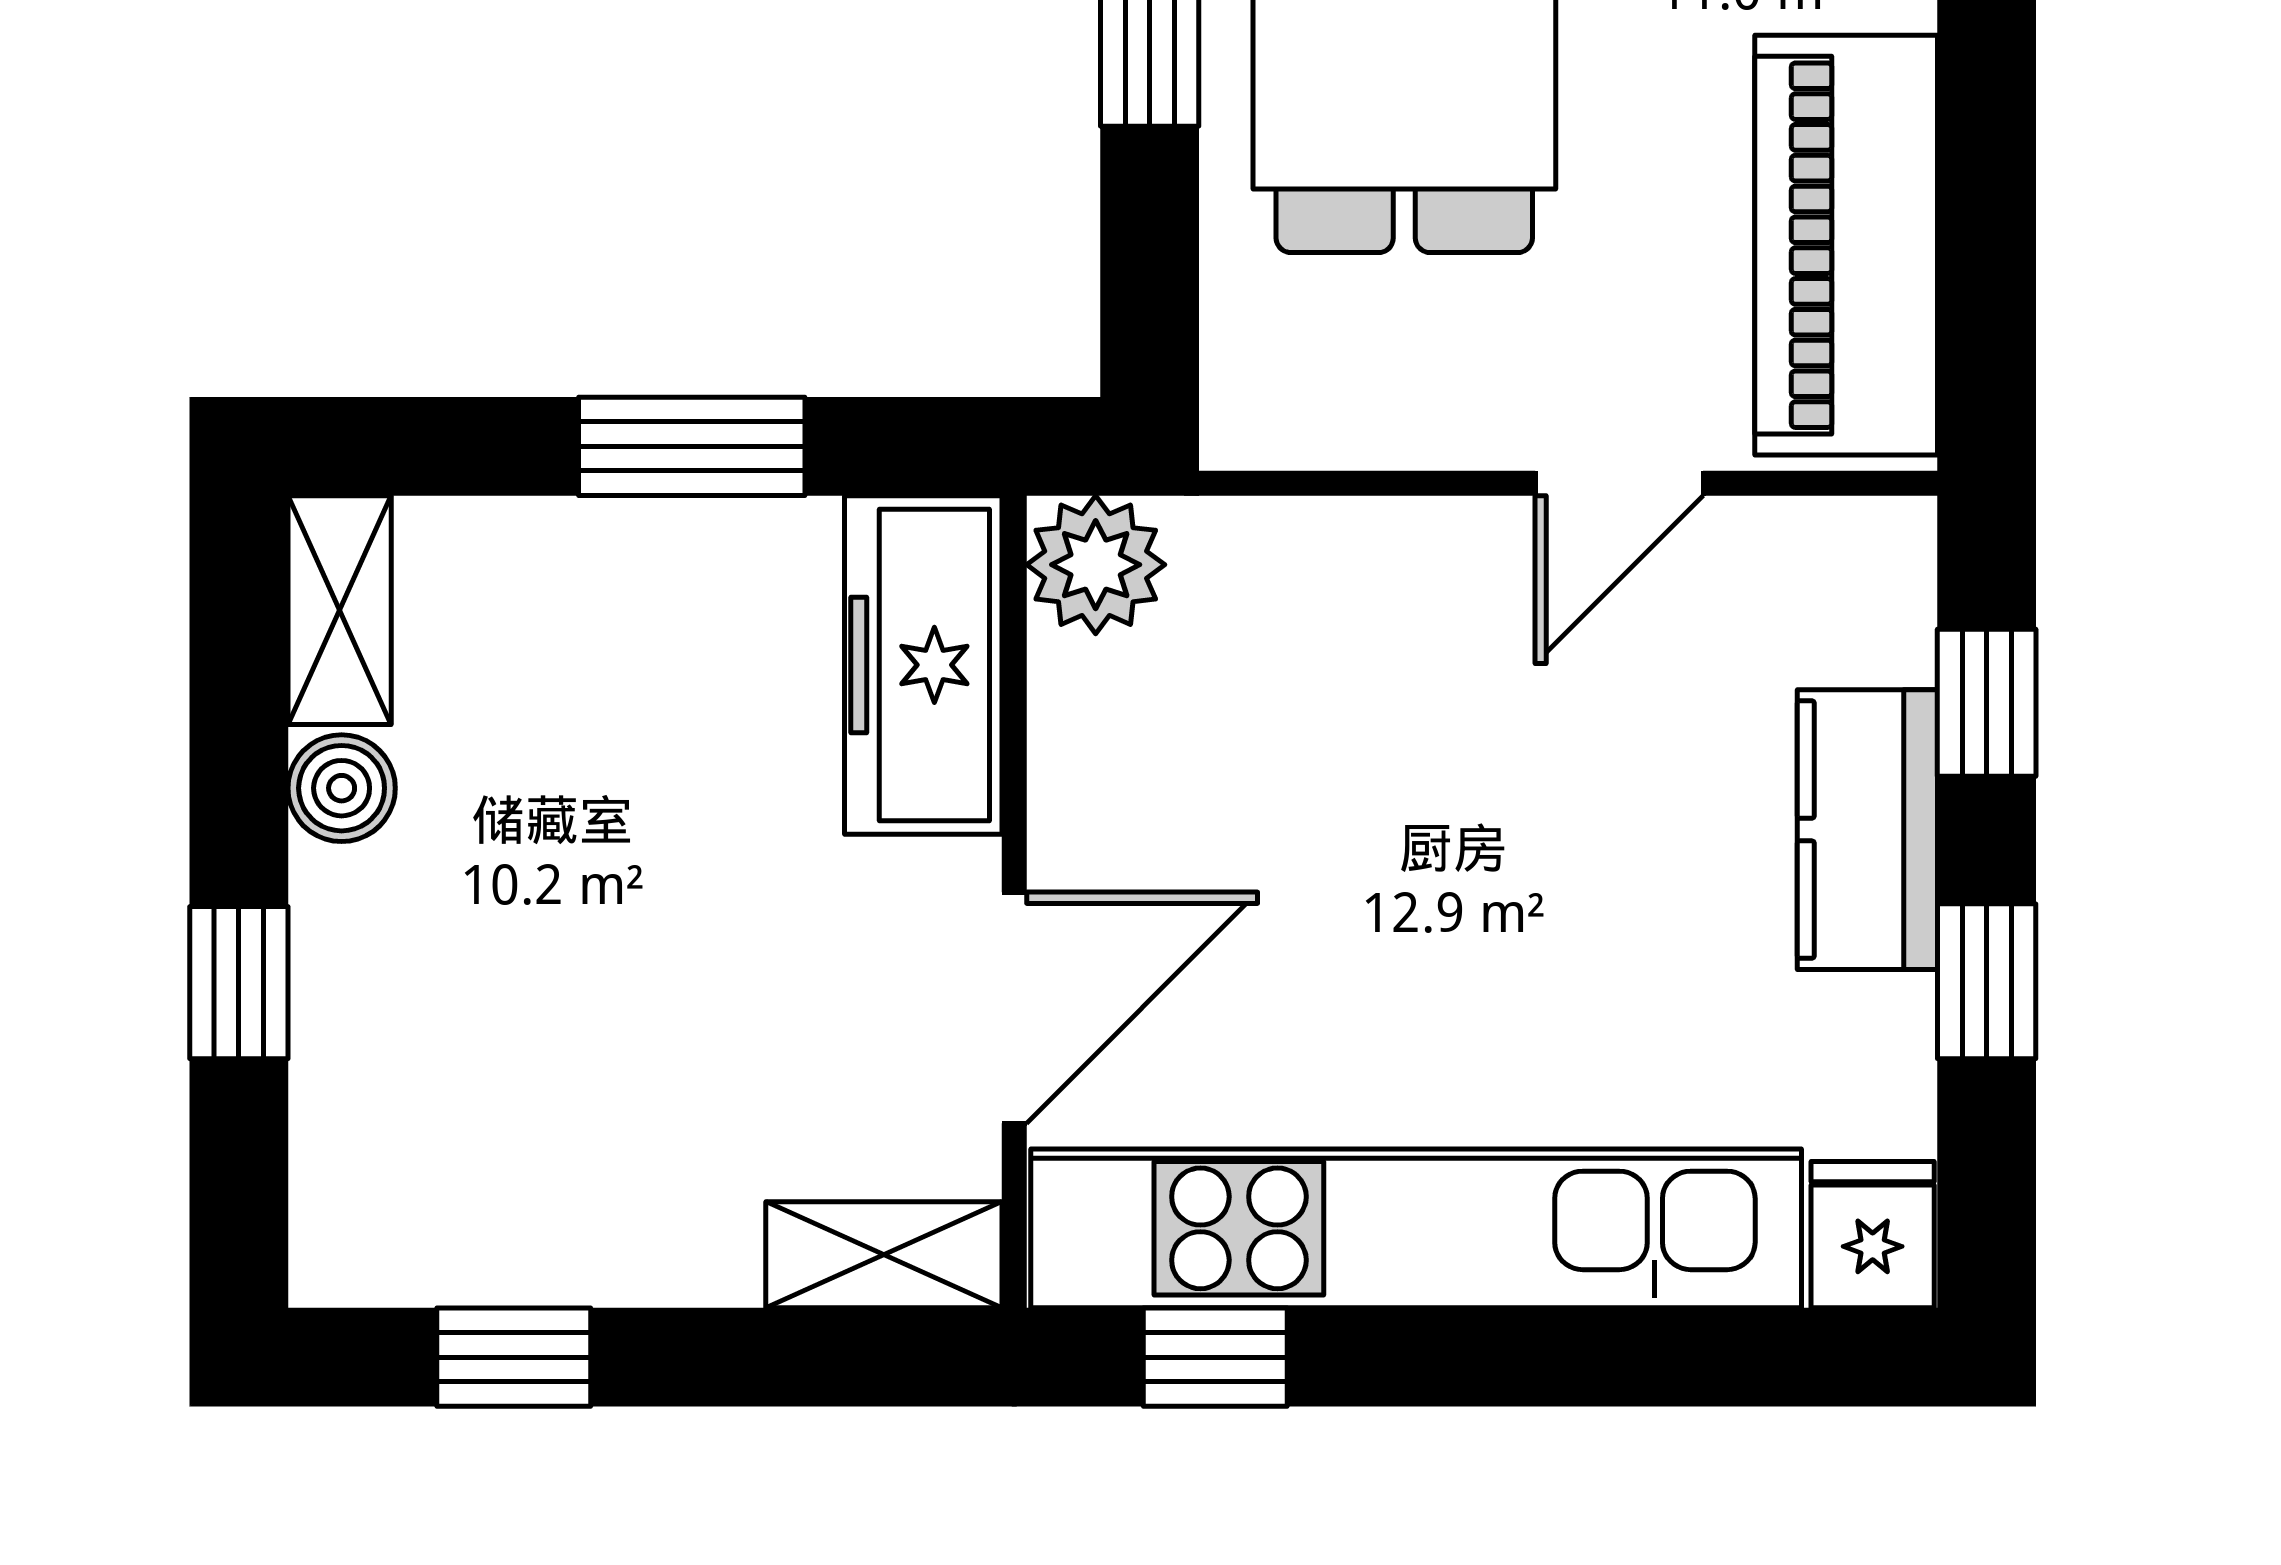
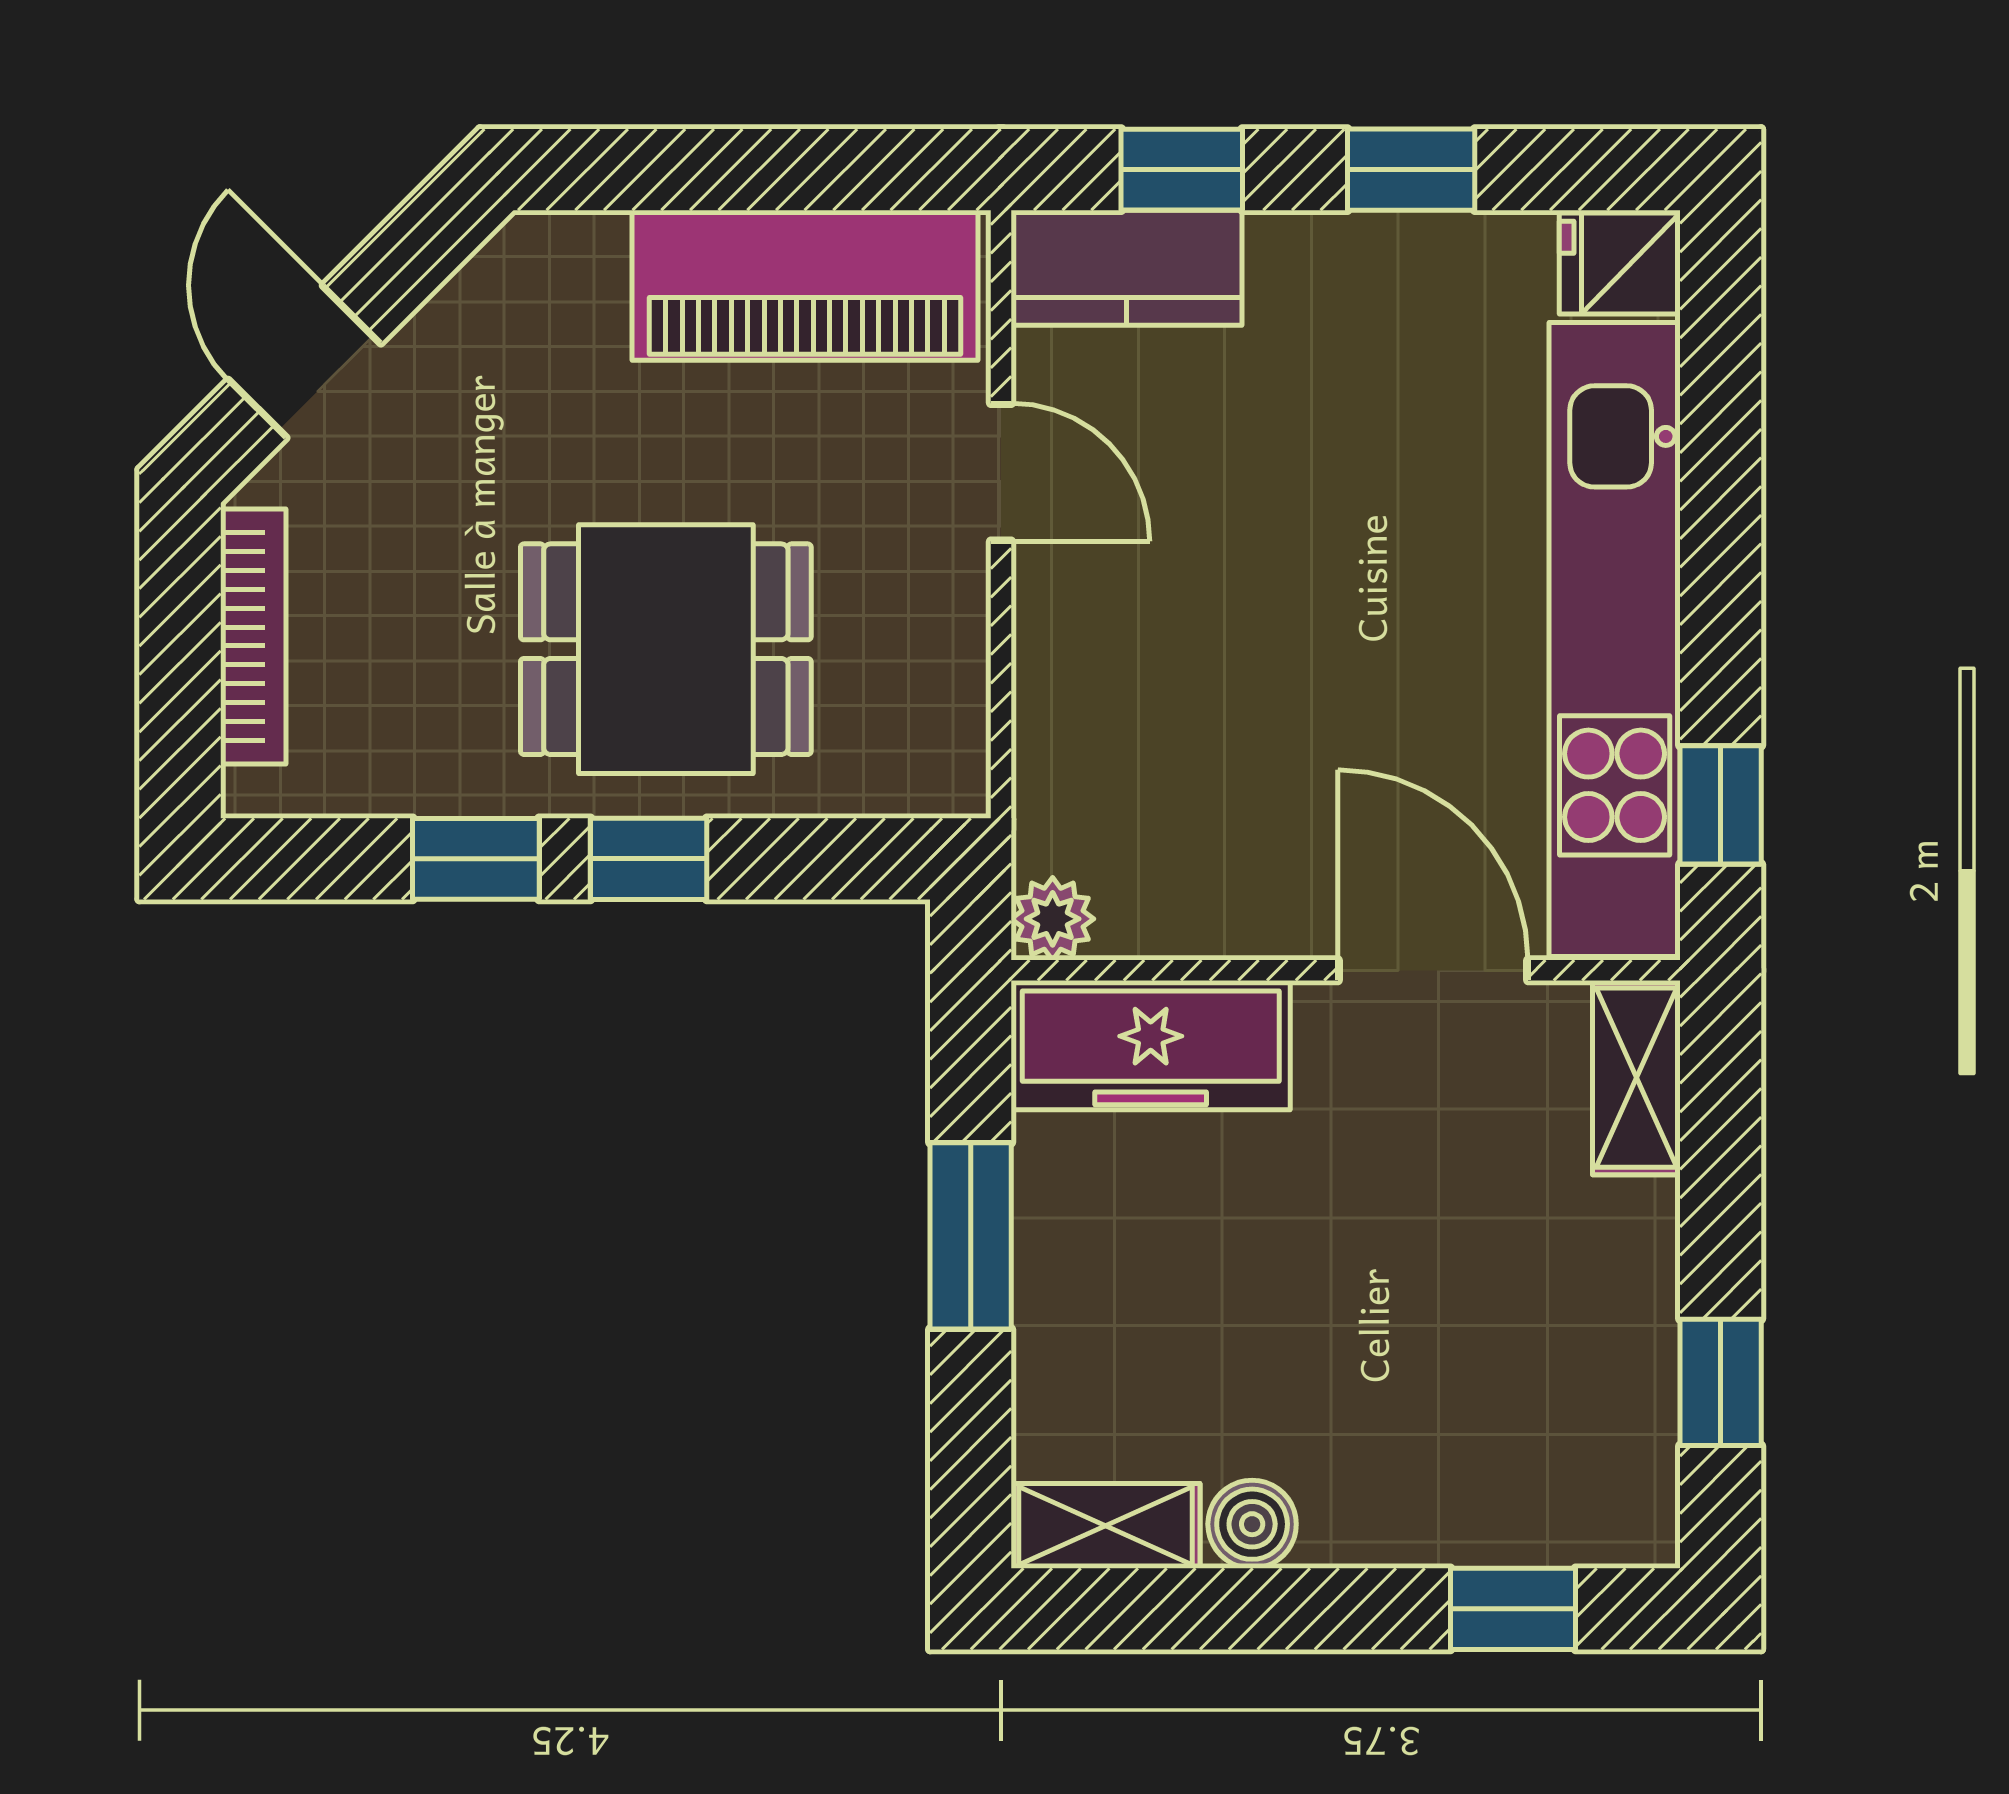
plant: (1096, 565) -> (1053, 919), width x0.73, depth x0.73
kitchen counter: (1867, 830) -> (1126, 268), moved
window: (239, 983) -> (1513, 1609), moved

